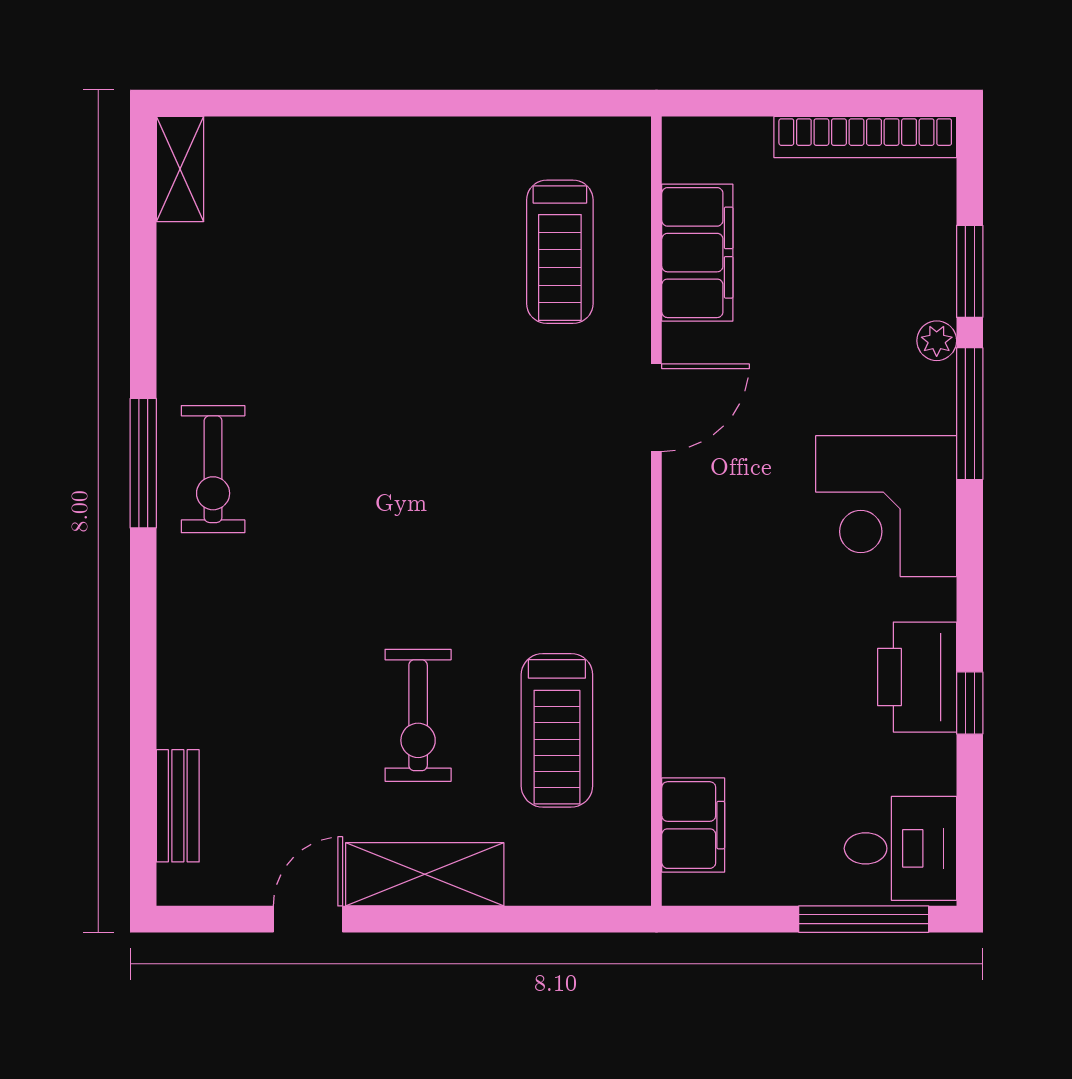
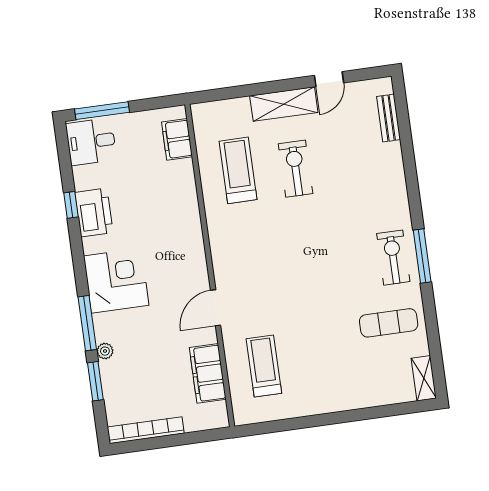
exercise mat: (246, 314) -> (389, 323), added

